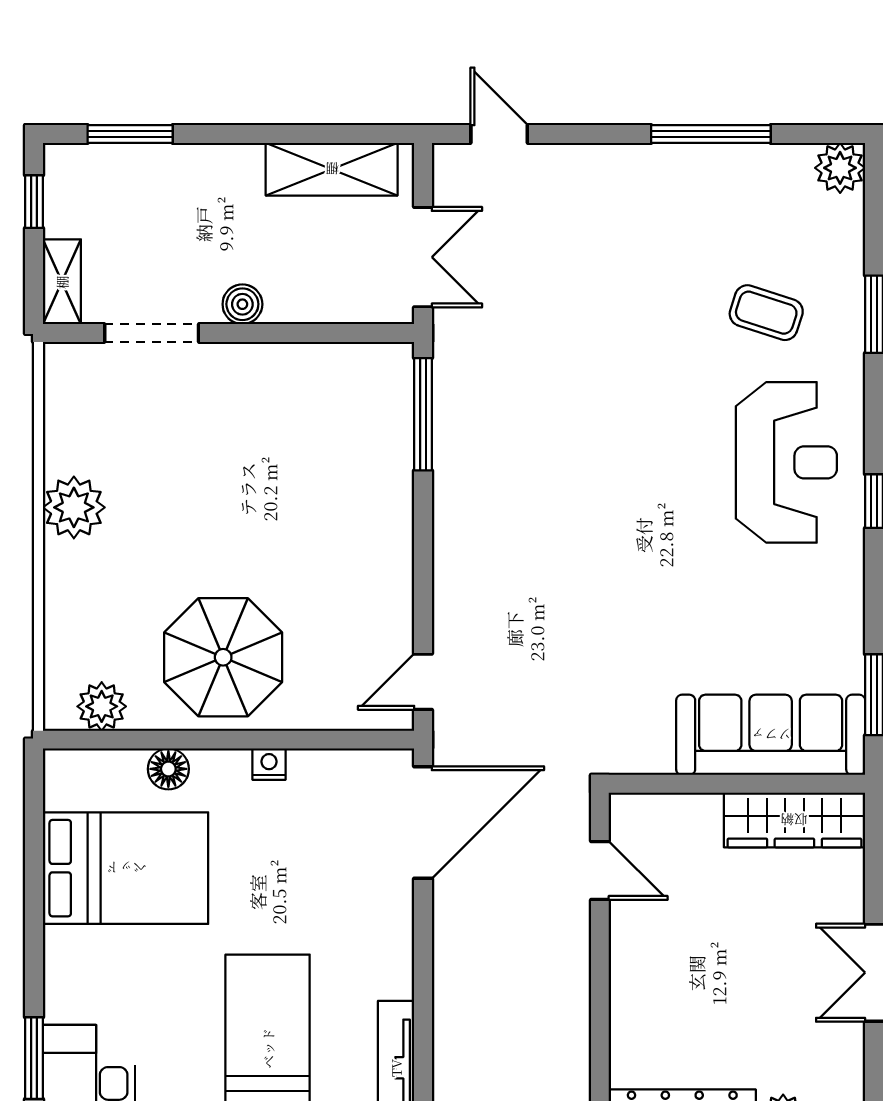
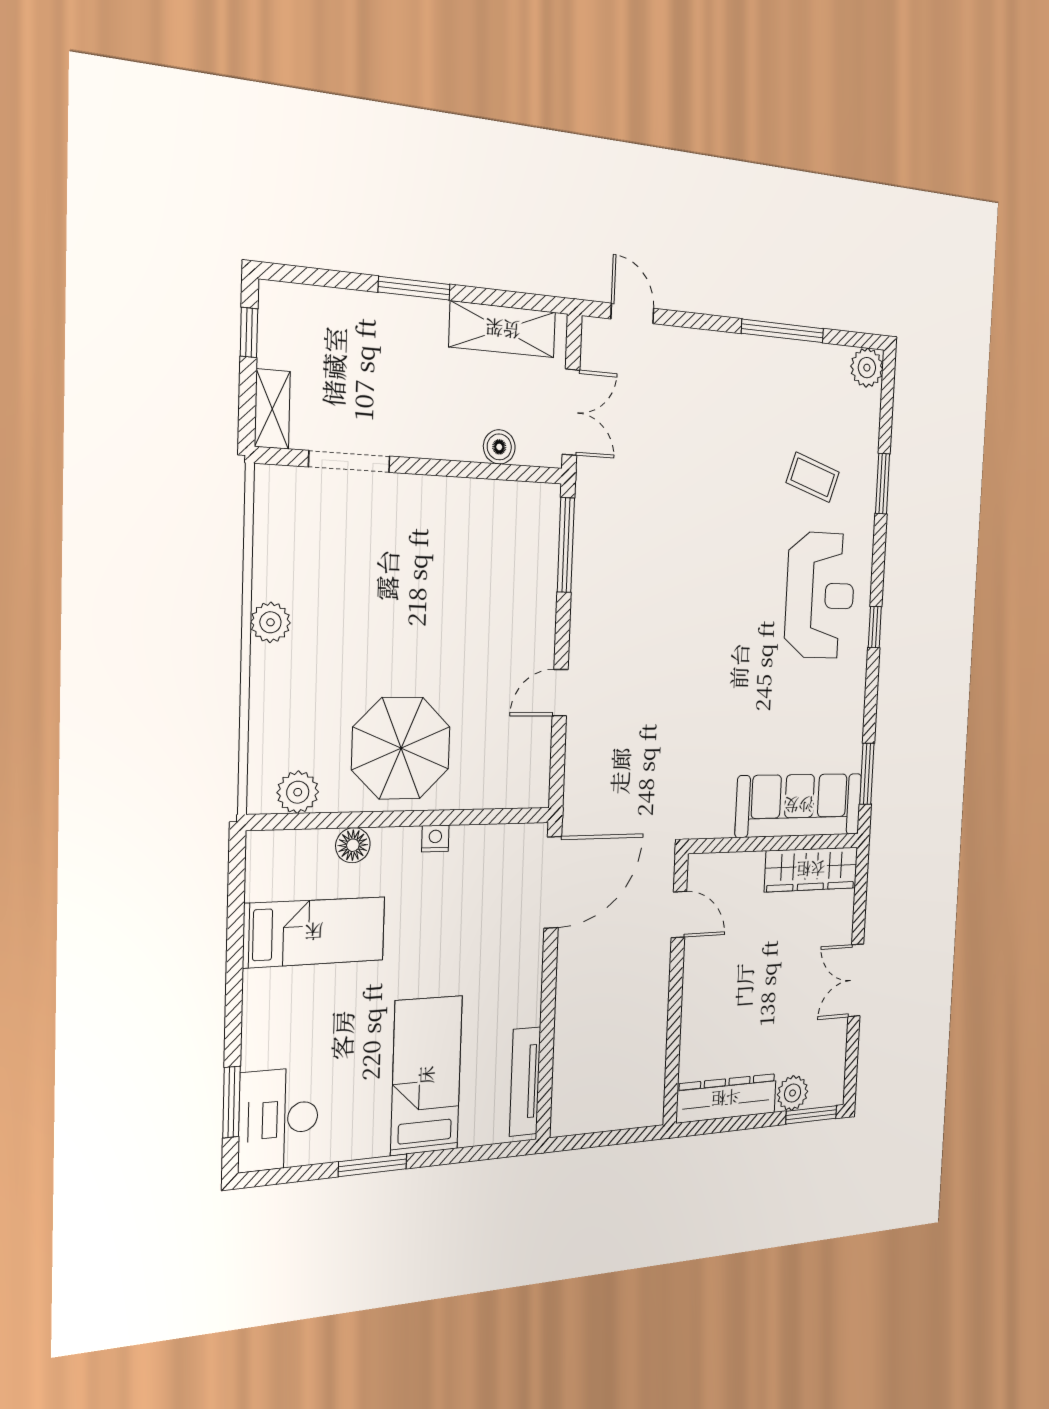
window: (130, 134) -> (414, 288), moved
boiler: (242, 304) -> (499, 447), moved
plant: (74, 507) -> (270, 622), width x0.73, depth x0.73
door: (423, 682) -> (560, 693), moved
bed: (126, 868) -> (314, 932), width x0.67

